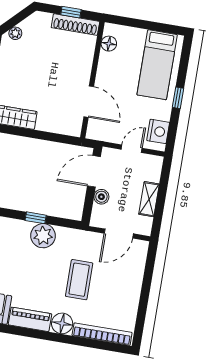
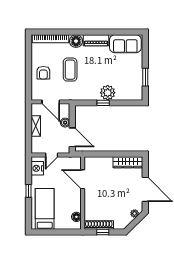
door: (94, 171) -> (72, 137), hinge flipped
door: (119, 234) -> (51, 102), swing flipped
plant: (43, 236) -> (108, 93), moved
armchair: (123, 282) -> (43, 73), added

